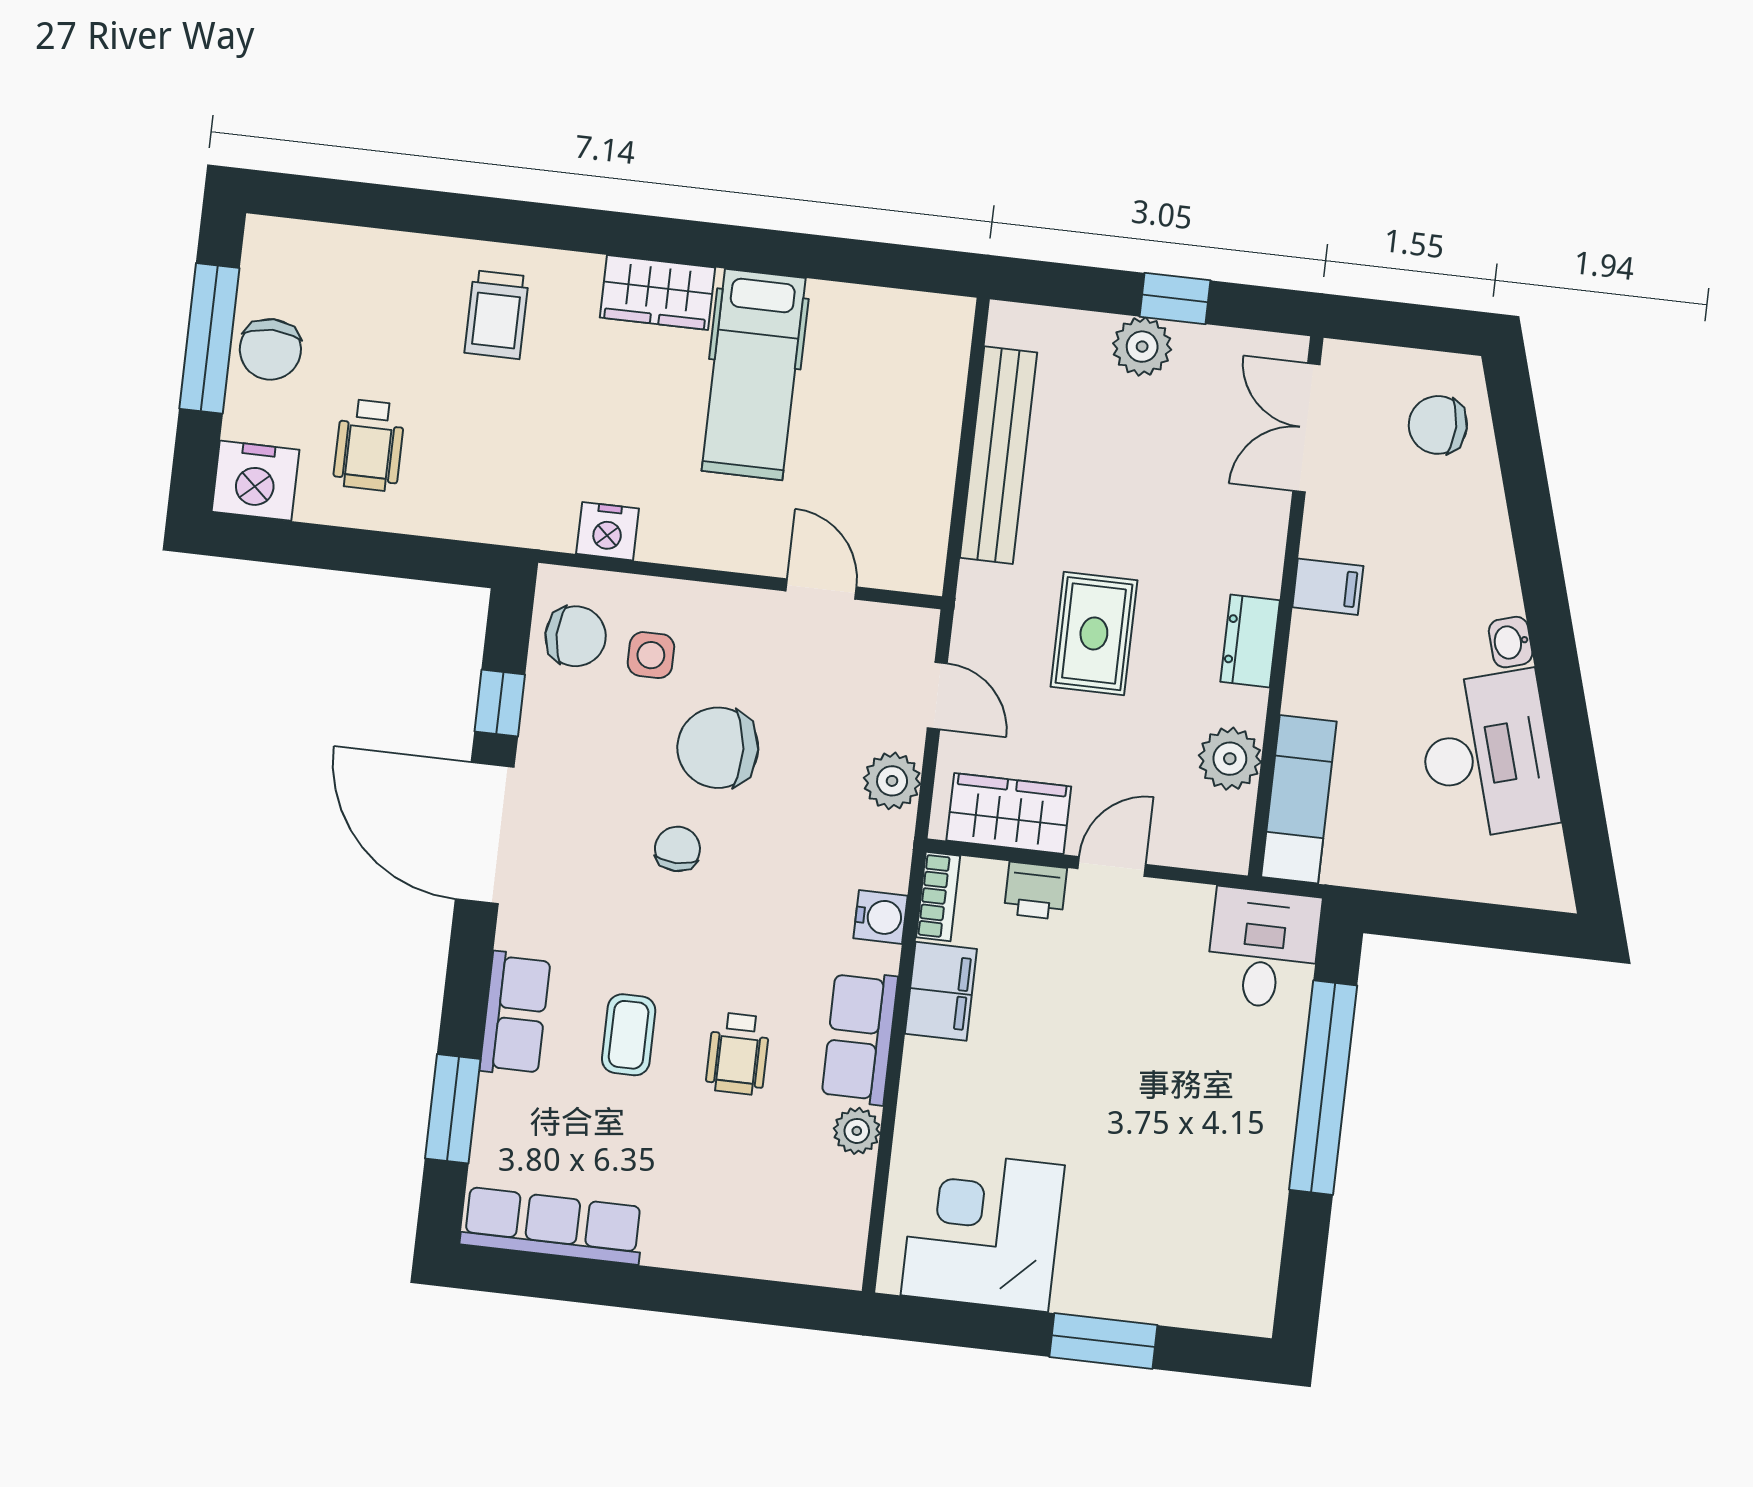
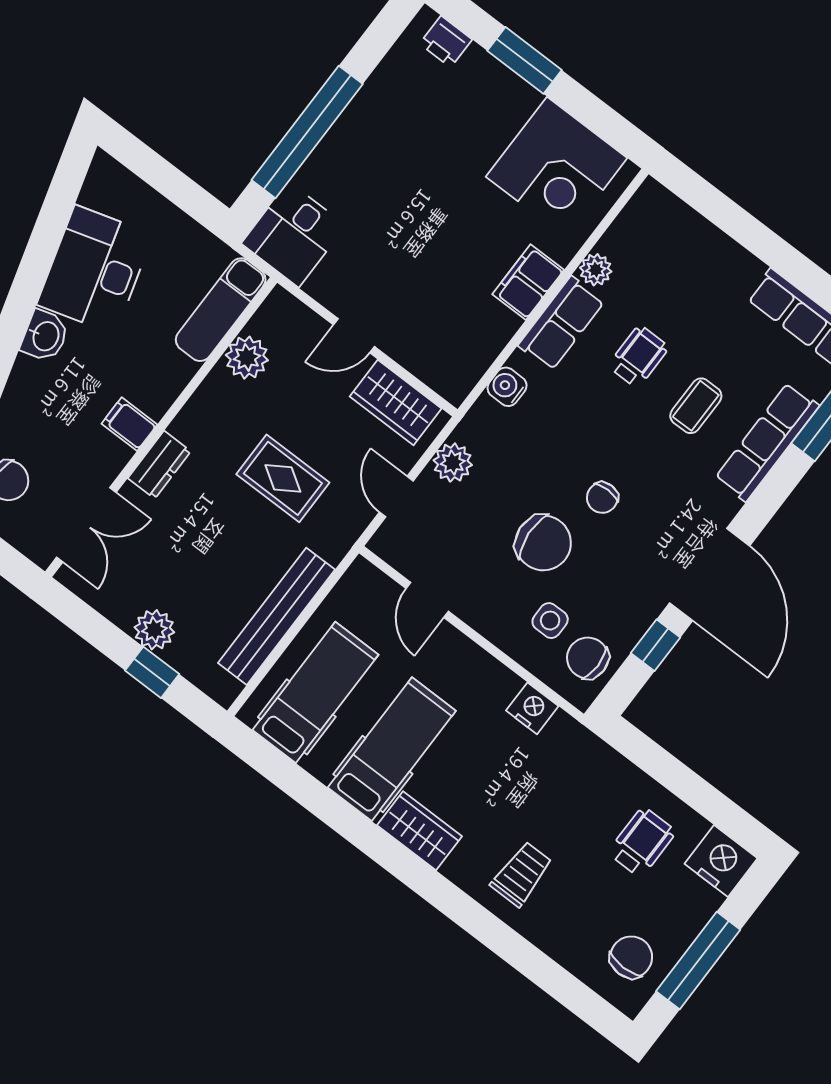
window: (1175, 298) -> (152, 672), moved
chair: (270, 349) -> (631, 957), moved
hospital bed: (892, 389) -> (316, 692), added
rug: (1094, 634) -> (283, 478), turned 90
dresser: (1250, 641) -> (159, 465), moved
washbasin: (1511, 642) -> (45, 336), width x1.38, depth x1.45
printer: (1035, 891) -> (446, 42), moved, turned 180
bookcase: (938, 896) -> (466, 379), removed
filing cabinet: (941, 991) -> (528, 282), moved
row of seats: (515, 1014) -> (767, 442), width x1.48

